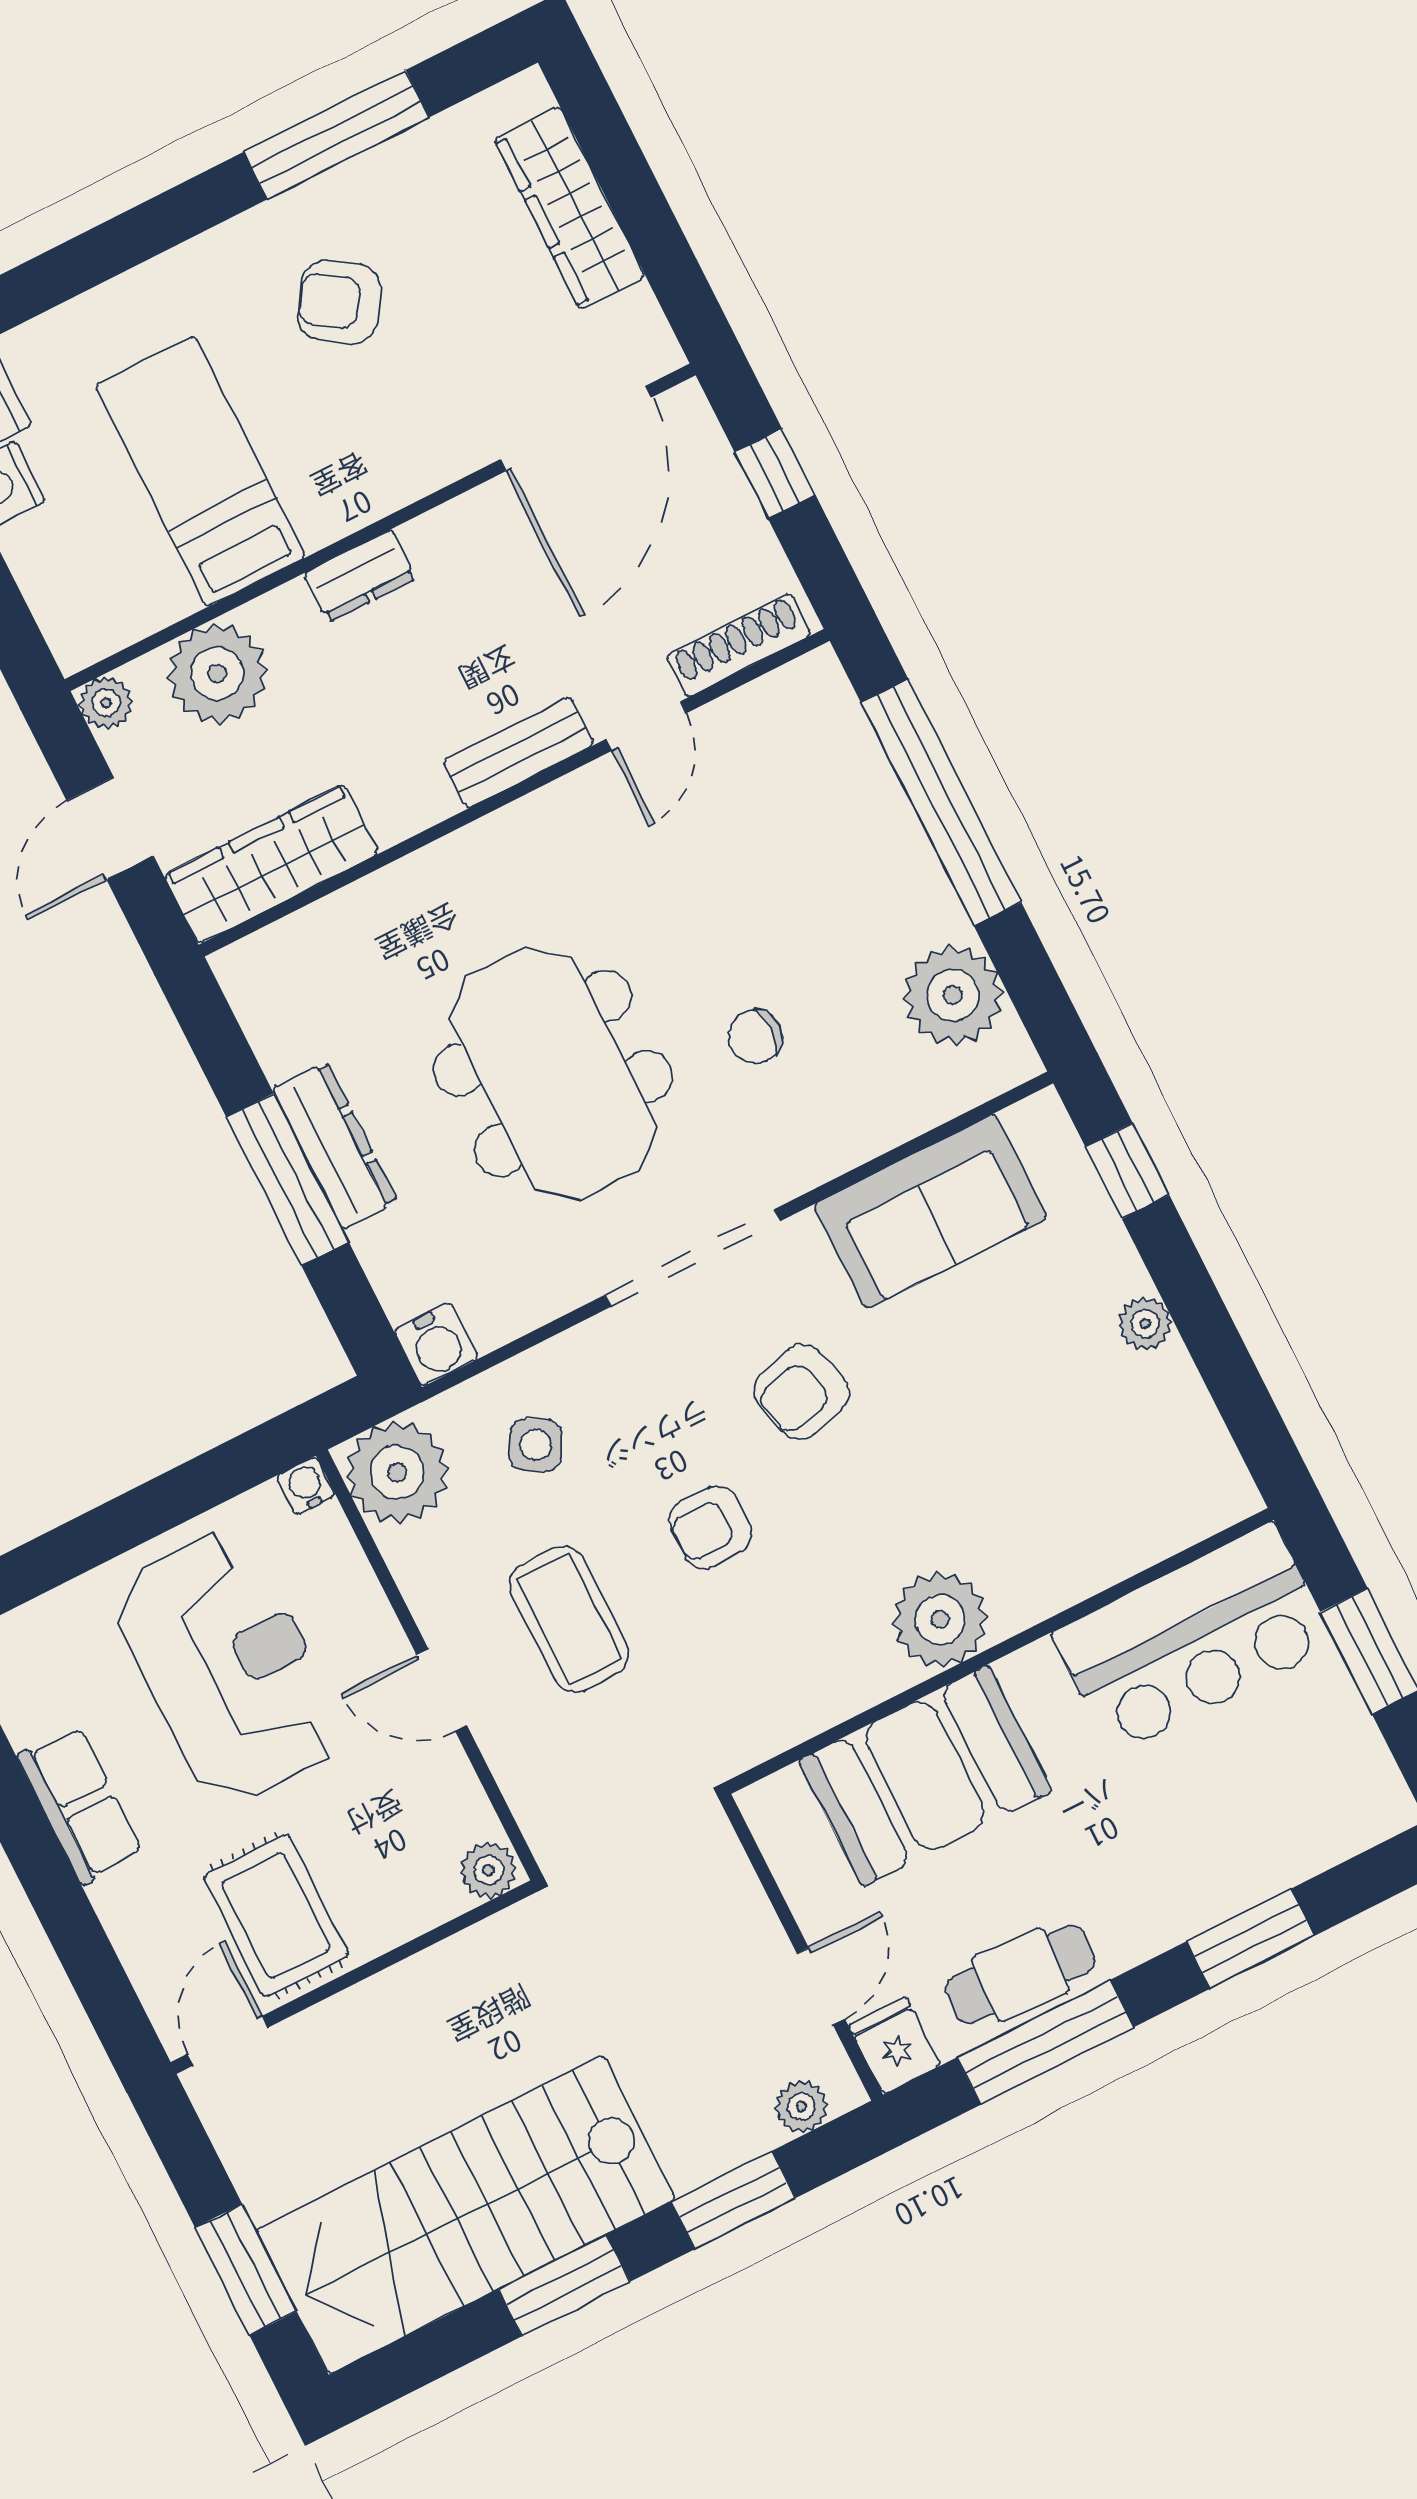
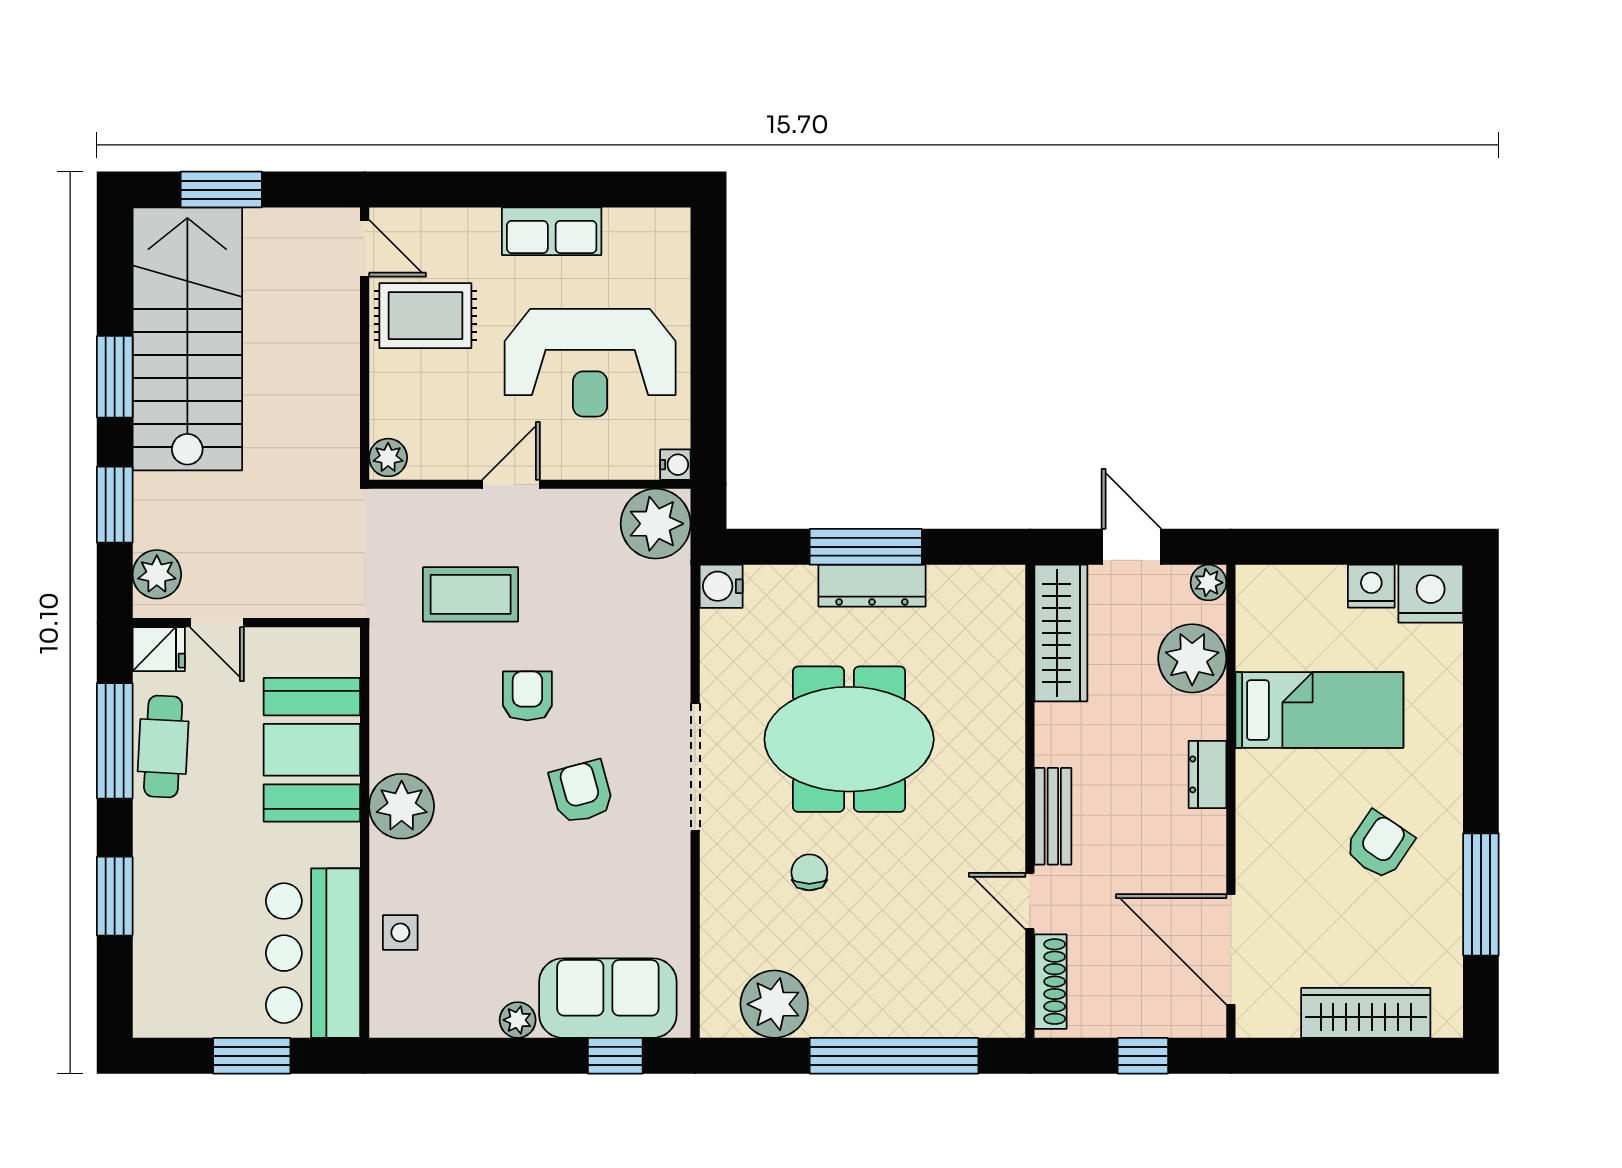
sofa: (930, 1211) -> (608, 998), moved, turned 90
side table: (536, 1445) -> (400, 933), moved, turned -30
coffee table: (569, 1619) -> (471, 594), moved
plant: (801, 2107) -> (157, 574), width x1.38, depth x1.38

